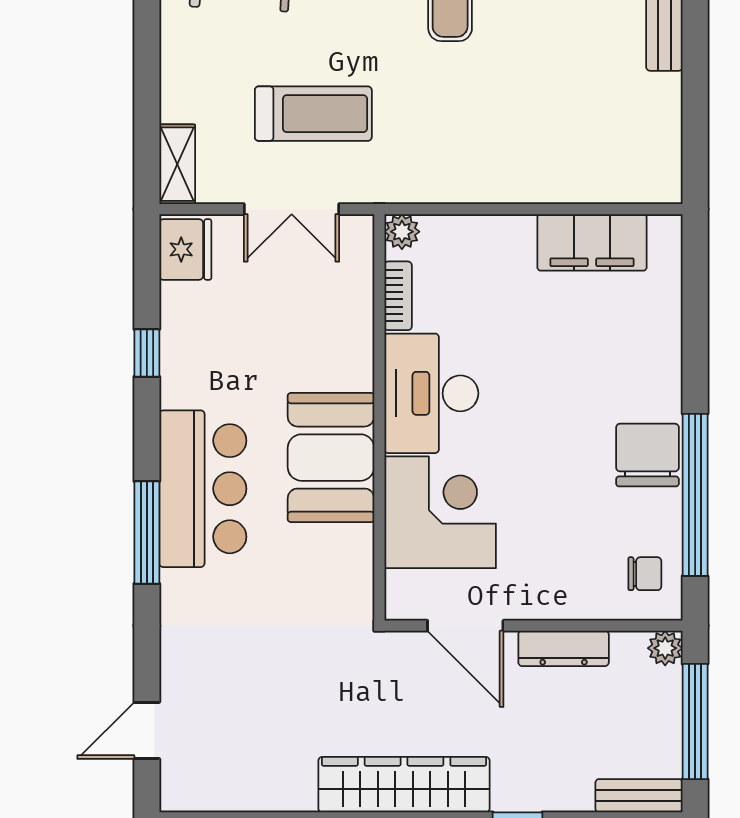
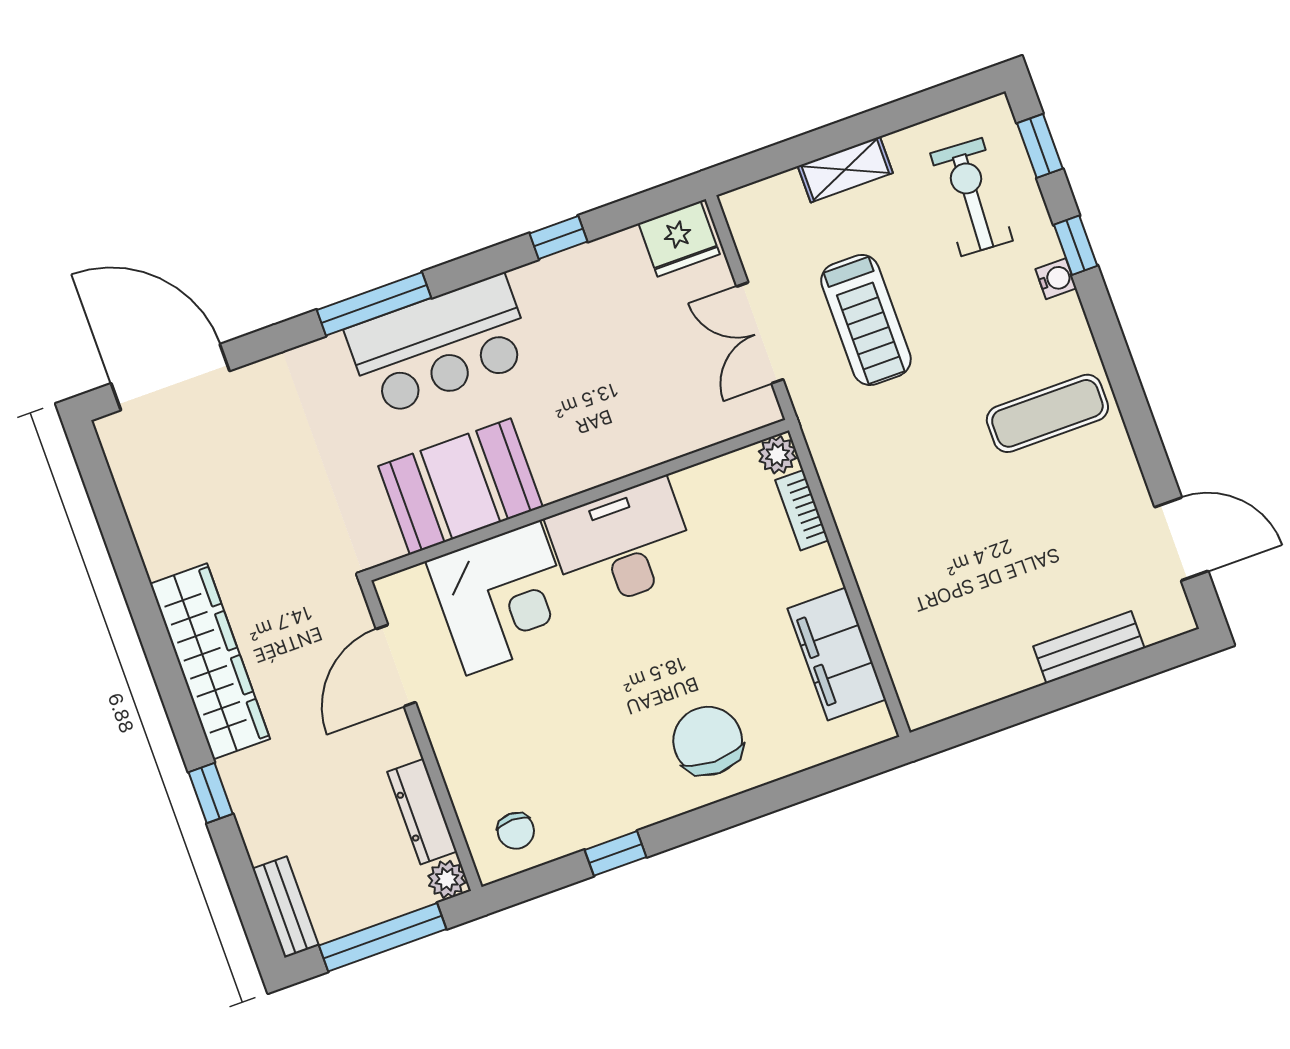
shelving: (177, 164) -> (845, 169), moved
bookcase: (398, 296) -> (802, 510), moved, turned 90
chair: (647, 455) -> (708, 741), moved, turned -90
booth: (331, 458) -> (460, 487), moved
window: (695, 495) -> (615, 853), width x0.32
dresser: (564, 648) -> (422, 812), moved
door: (147, 731) -> (170, 377), width x1.87

